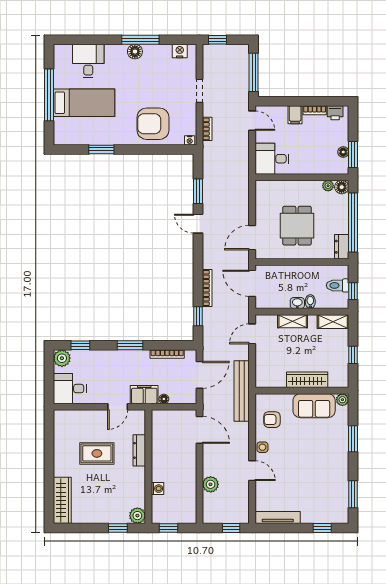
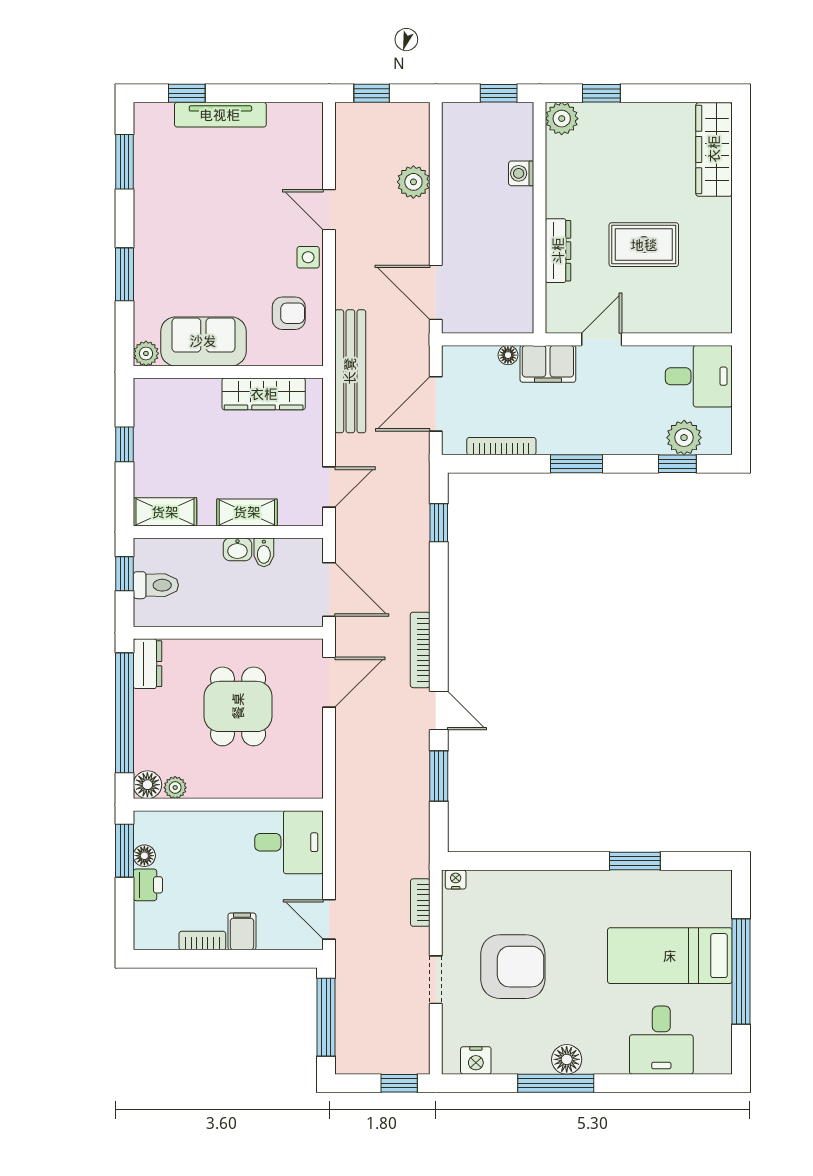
printer: (335, 113) -> (148, 885), moved, turned 90
armchair: (153, 124) -> (513, 967), moved
bookcase: (207, 288) -> (420, 650), moved
bidet: (310, 302) -> (264, 552), moved
plant: (62, 358) -> (684, 438), moved
wardrobe: (307, 380) -> (264, 394), moved
tv unit: (278, 517) -> (220, 115), moved

